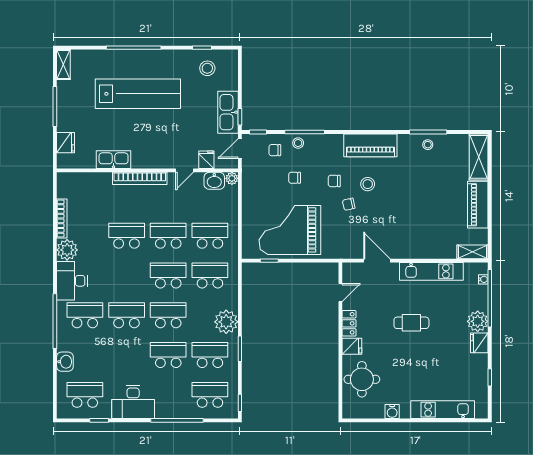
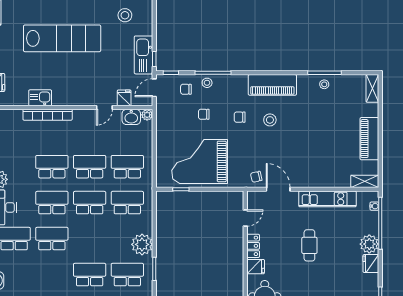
shelving: (479, 157) -> (372, 88), width x0.67, depth x0.75
kitchen sink: (114, 160) -> (40, 98), width x0.73
bookcase: (140, 178) -> (48, 115), moved
chair: (349, 204) -> (256, 177), moved
school desk: (168, 315) -> (52, 203), moved
cafe table: (411, 323) -> (309, 245), turned 90

